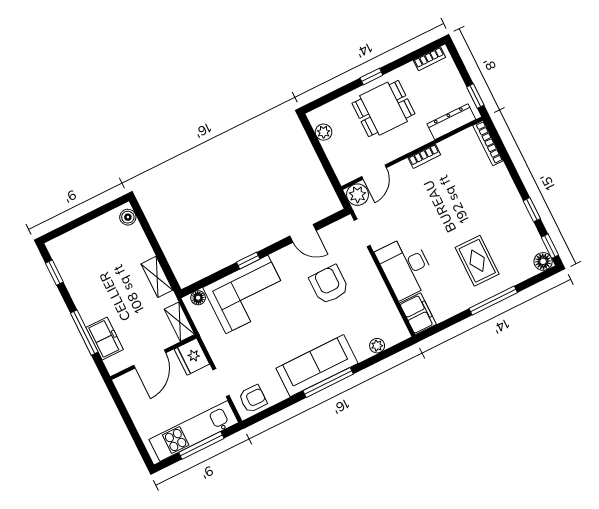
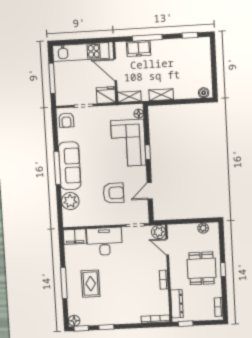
rug: (477, 261) -> (91, 284), turned 90
plant: (377, 346) -> (70, 201), width x1.88, depth x1.88
kitchen unit: (194, 431) -> (81, 52), moved, turned 90

